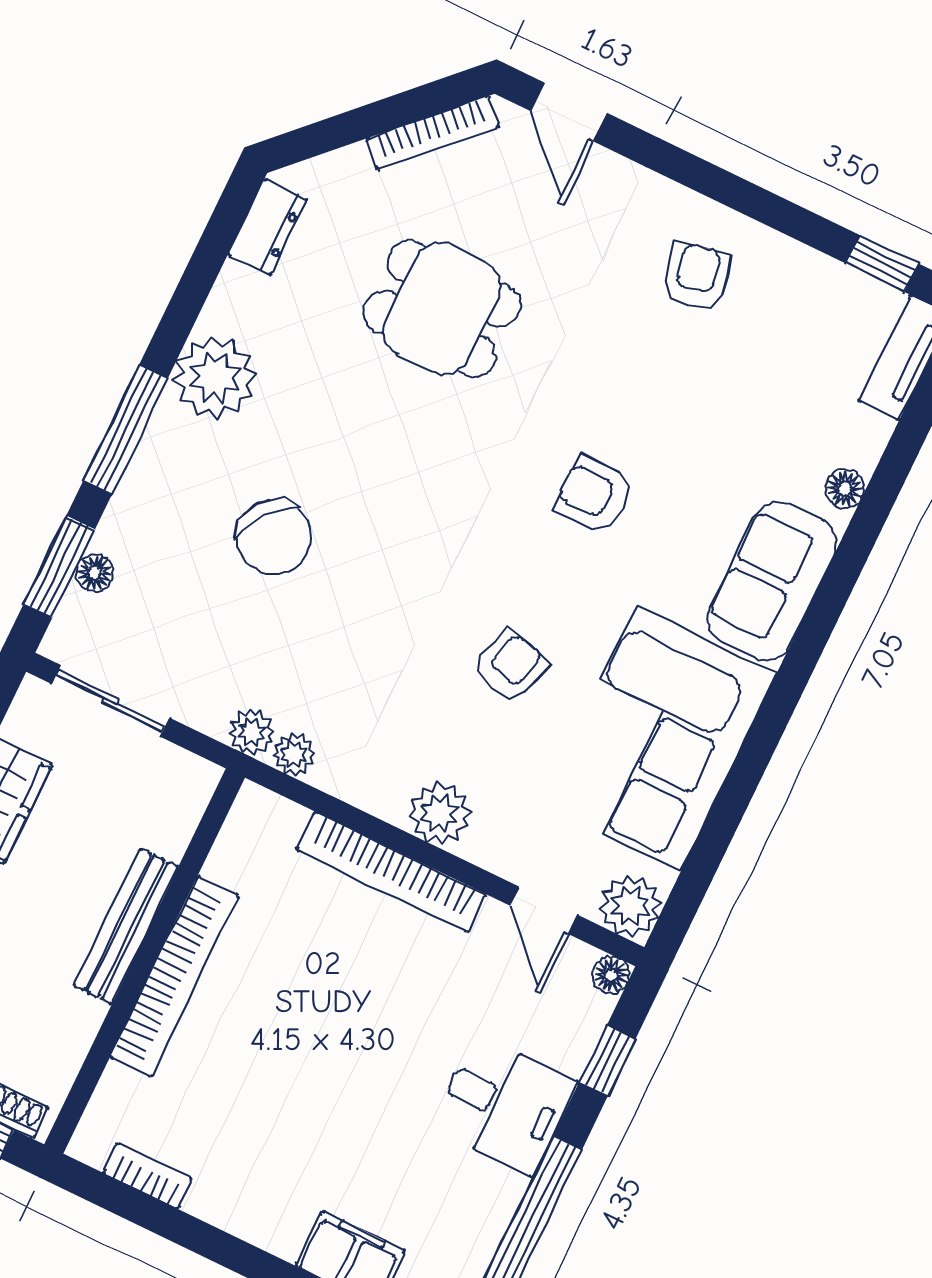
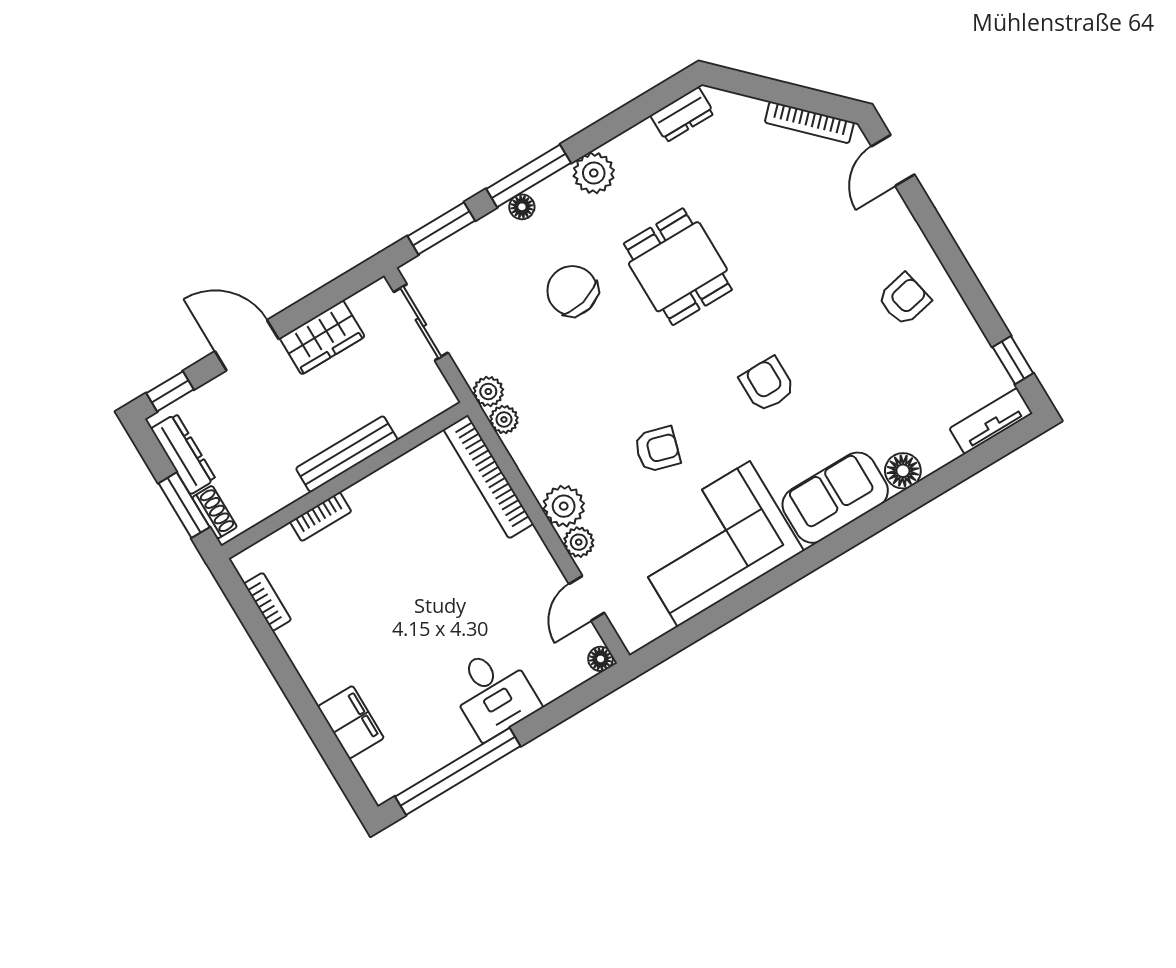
dining table: (442, 309) -> (678, 267), moved
plant: (215, 377) -> (594, 173), width x0.73, depth x0.73
floor lamp: (845, 489) -> (903, 471), width x1.37, depth x1.37
chair: (274, 537) -> (572, 291), turned 127
floor lamp: (95, 573) -> (522, 207), moved
bookcase: (391, 872) -> (488, 477), moved
plant: (630, 906) -> (579, 542), moved, width x0.73, depth x0.73
bookcase: (174, 977) -> (321, 517), width x0.43, depth x0.76
window: (607, 1061) -> (567, 706), removed

